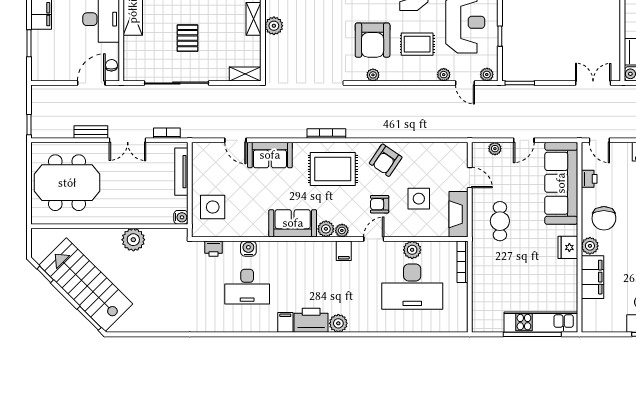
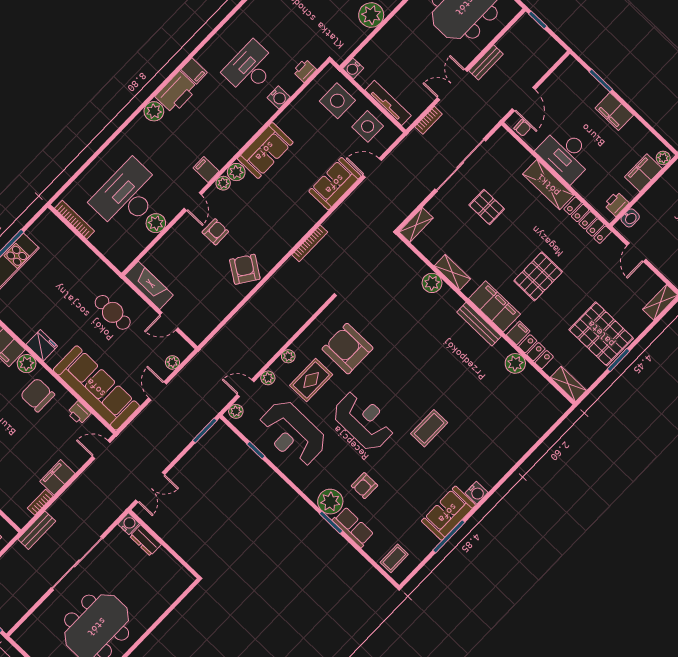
plant: (373, 75) -> (288, 356), moved
rug: (333, 169) -> (277, 222), removed
side table: (419, 199) -> (368, 126), moved
bookcase: (462, 262) -> (74, 220), moved

